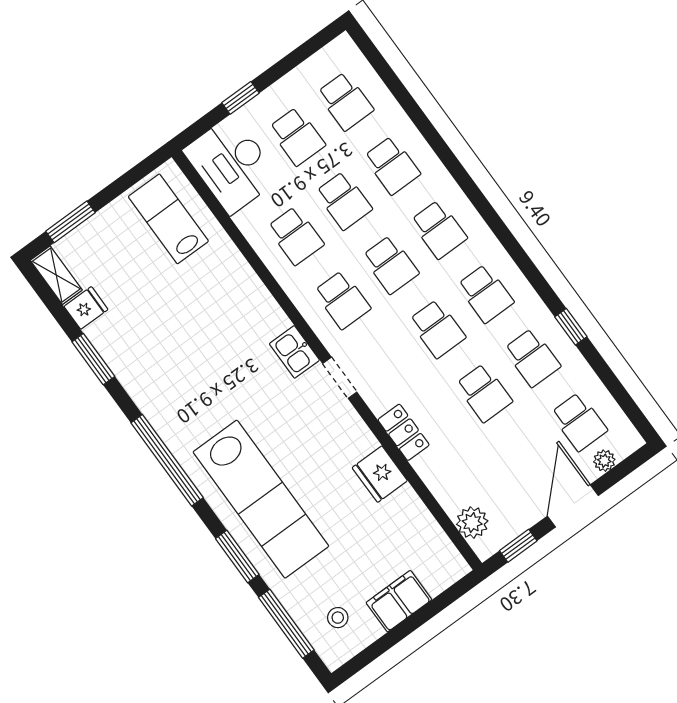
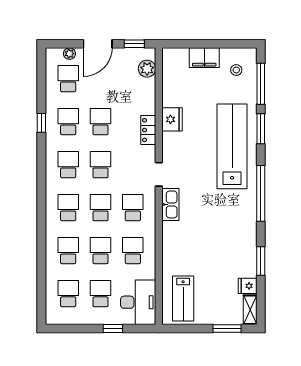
kitchen sink: (294, 352) -> (170, 204), width x1.38

